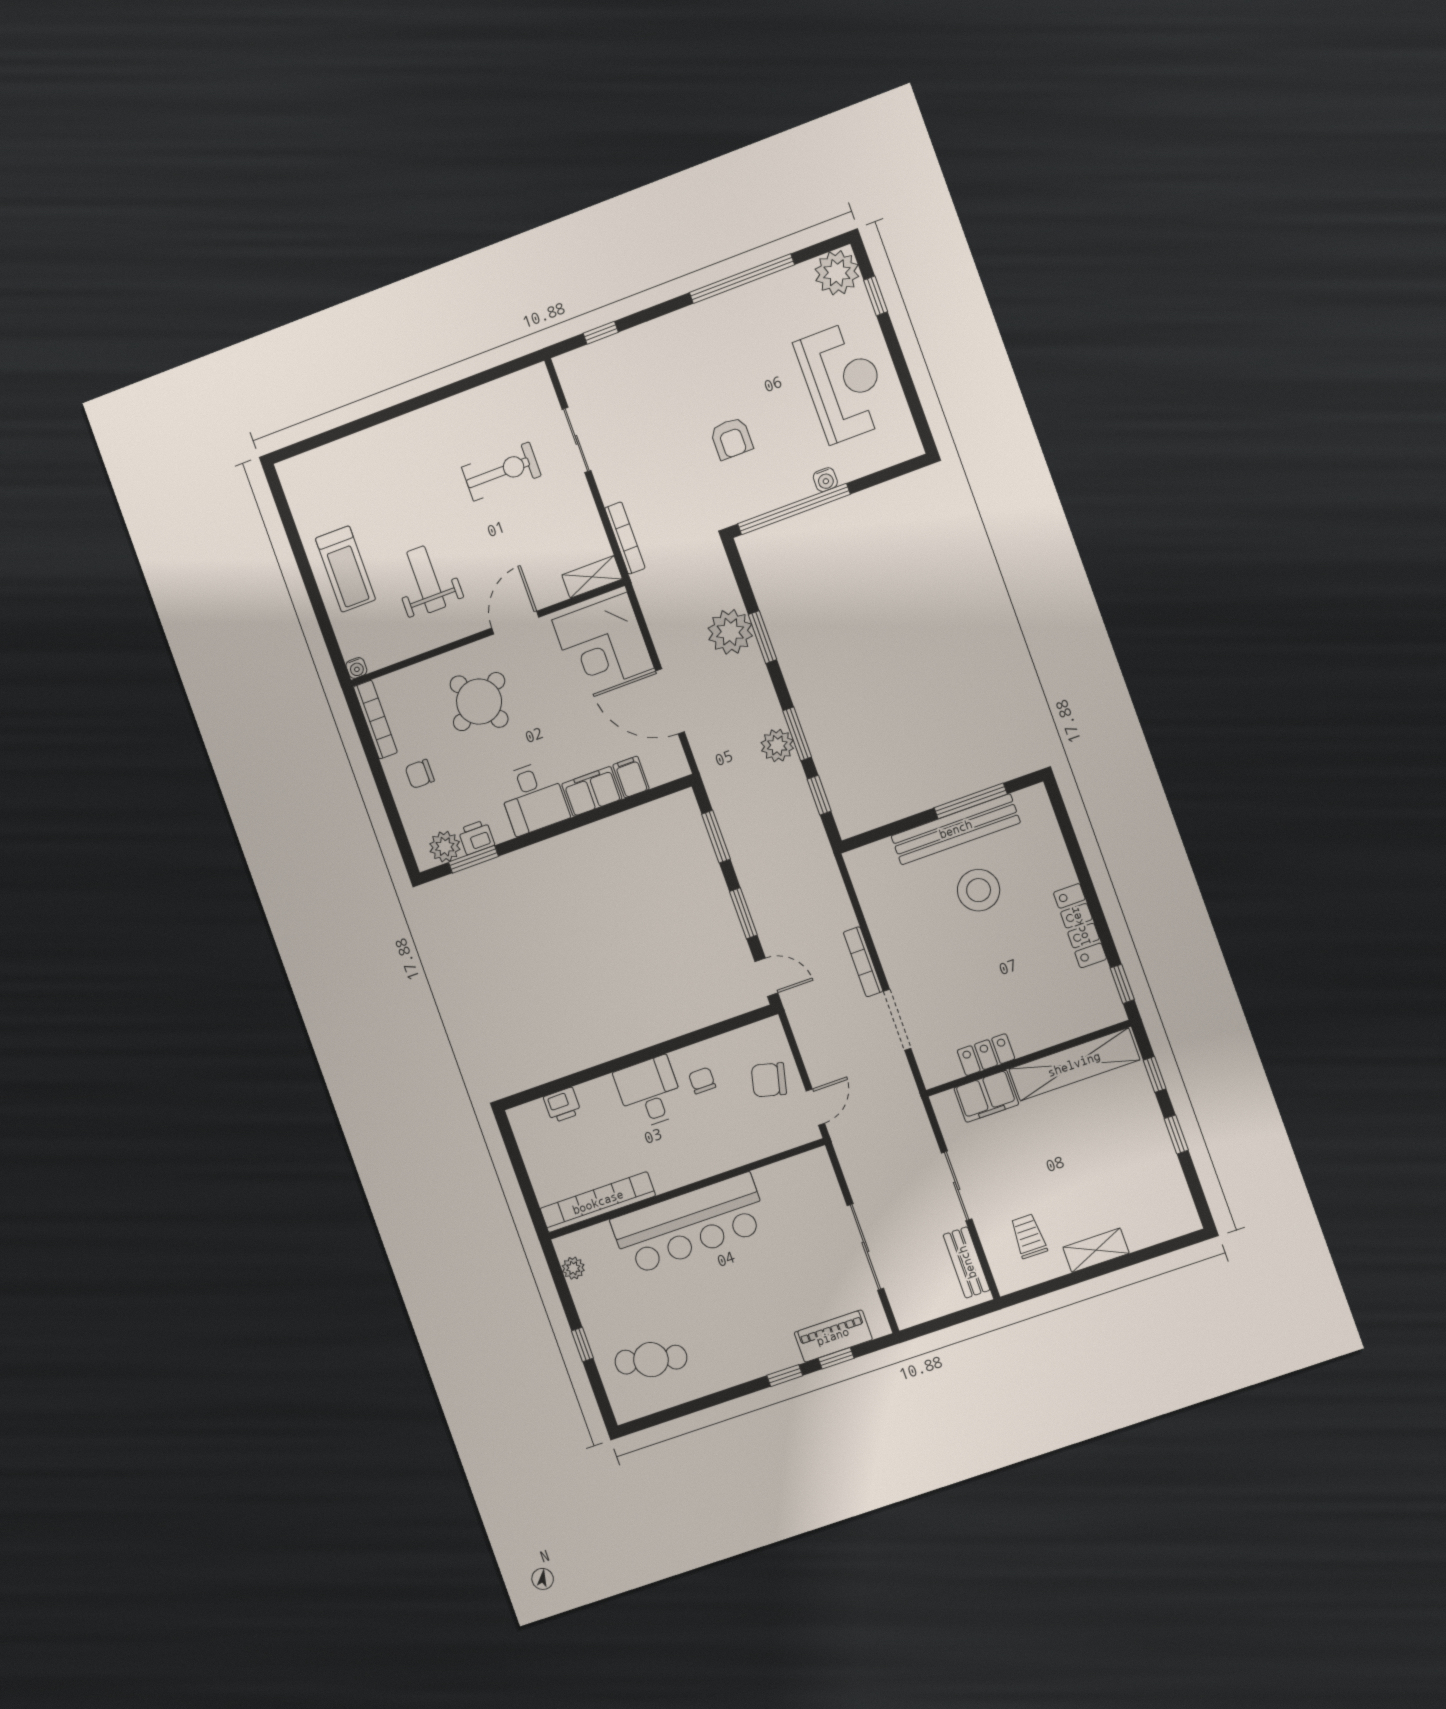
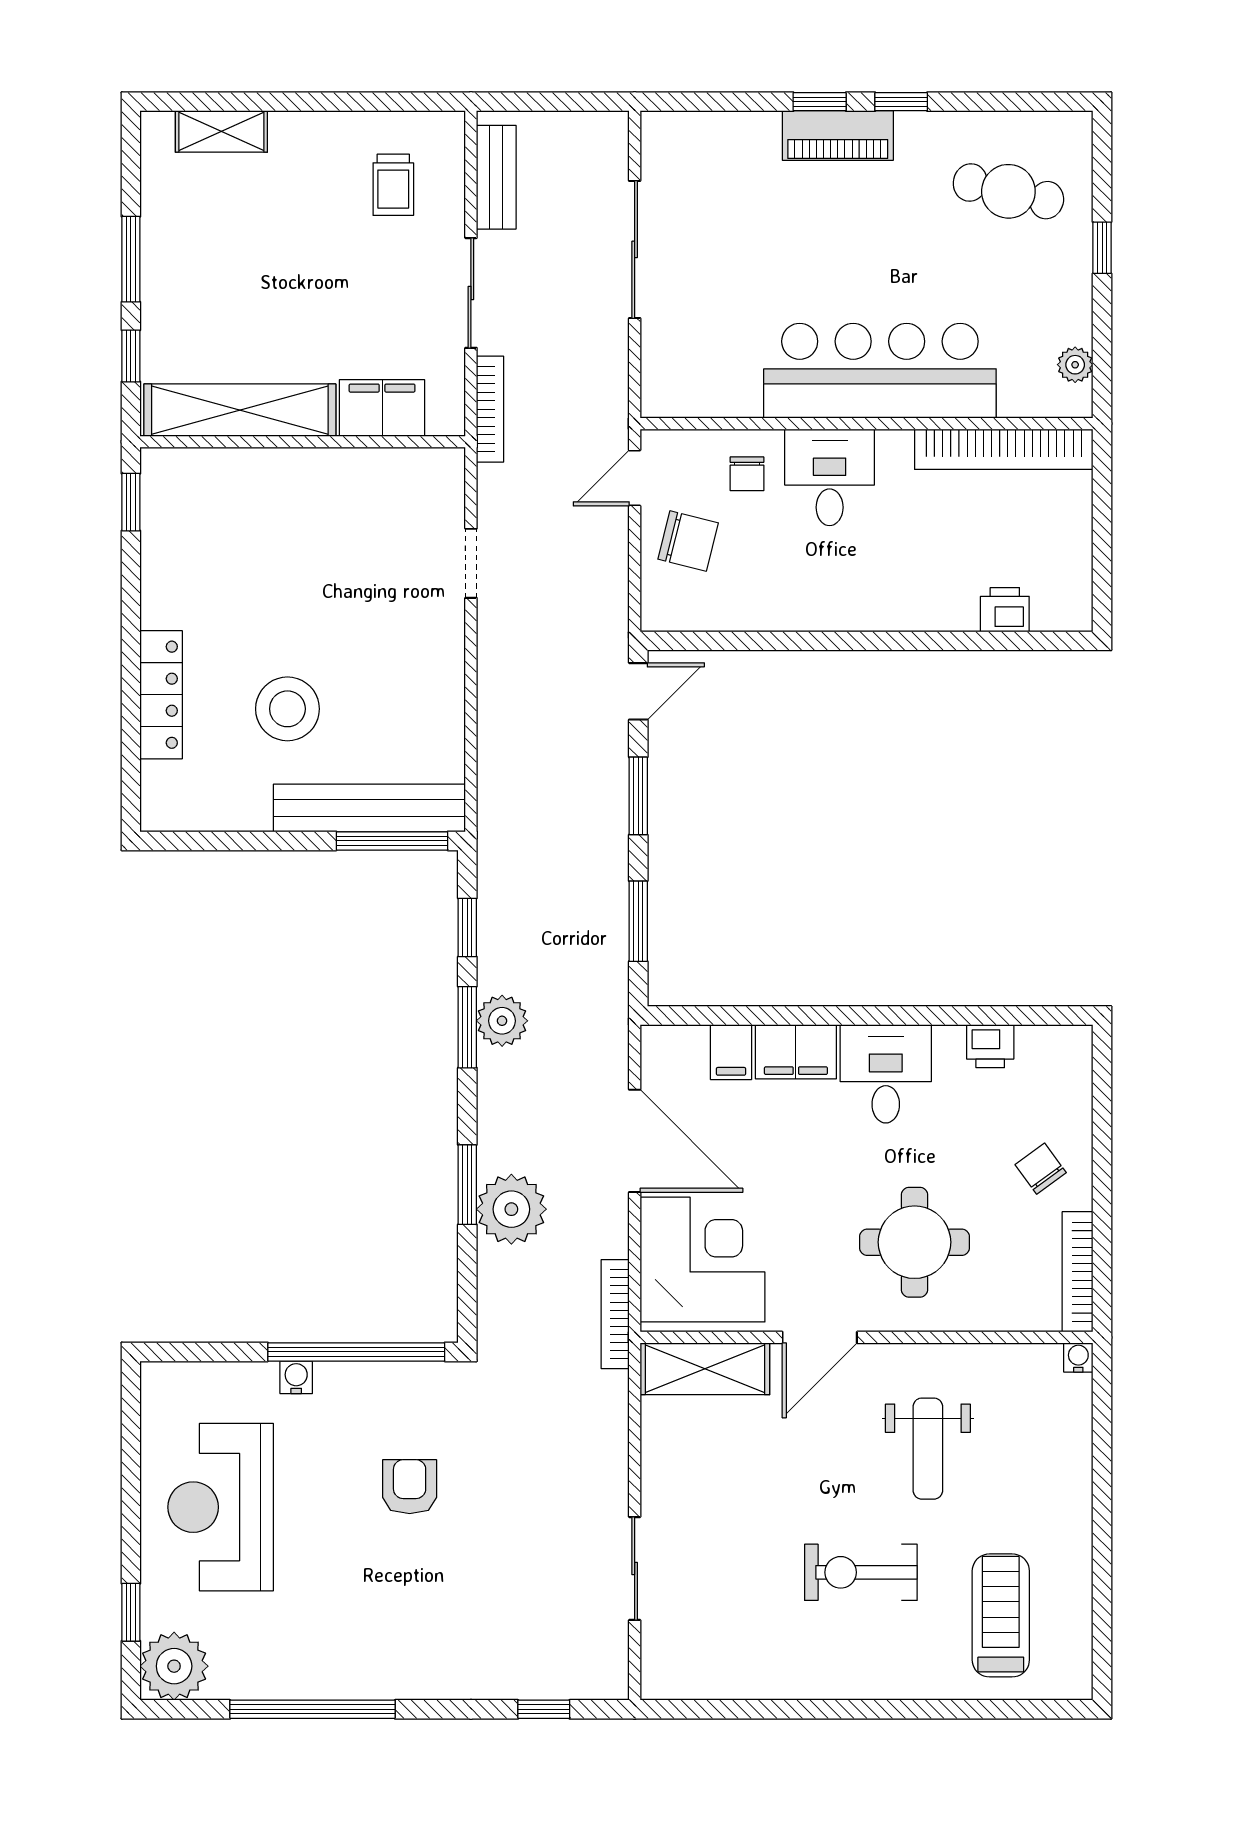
exercise bike: (501, 472) -> (861, 1572), moved
bookcase: (625, 538) -> (615, 1314), moved
treadmill: (345, 569) -> (1001, 1615), moved
shelving: (592, 577) -> (705, 1369), width x1.50, depth x1.33
round table: (479, 702) -> (915, 1242), turned 30
chair: (420, 774) -> (1041, 1169), turned -126
window: (971, 801) -> (392, 841), moved
bench: (956, 829) -> (369, 808), moved
plant: (445, 847) -> (1042, 1049), removed
window: (473, 859) -> (1006, 1016), removed
locker: (1080, 926) -> (161, 695), moved
bookcase: (863, 962) -> (490, 409), moved
door: (766, 977) -> (638, 691), swing flipped
doorway: (897, 1020) -> (471, 563), width x0.73
locker: (986, 1055) -> (361, 468), removed
chair: (702, 1081) -> (747, 474), moved
desk: (650, 1092) -> (830, 477), moved, turned 180
window: (1176, 1134) -> (131, 259), width x1.50
shelving: (1096, 1250) -> (221, 131), moved
piano: (833, 1336) -> (838, 136), moved
window: (836, 1358) -> (901, 102), moved

